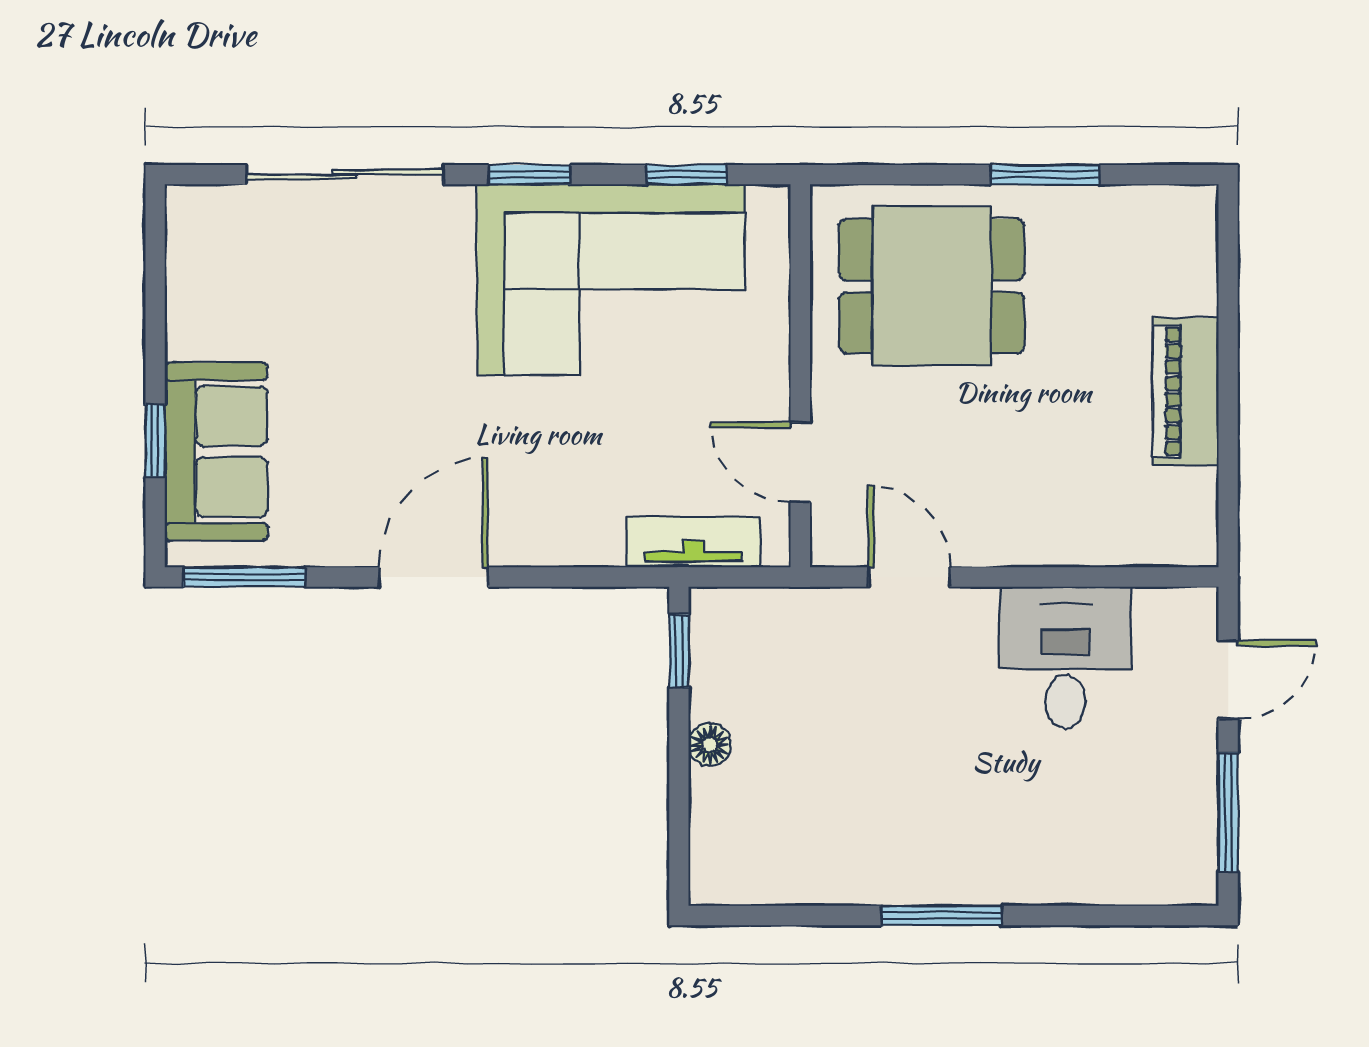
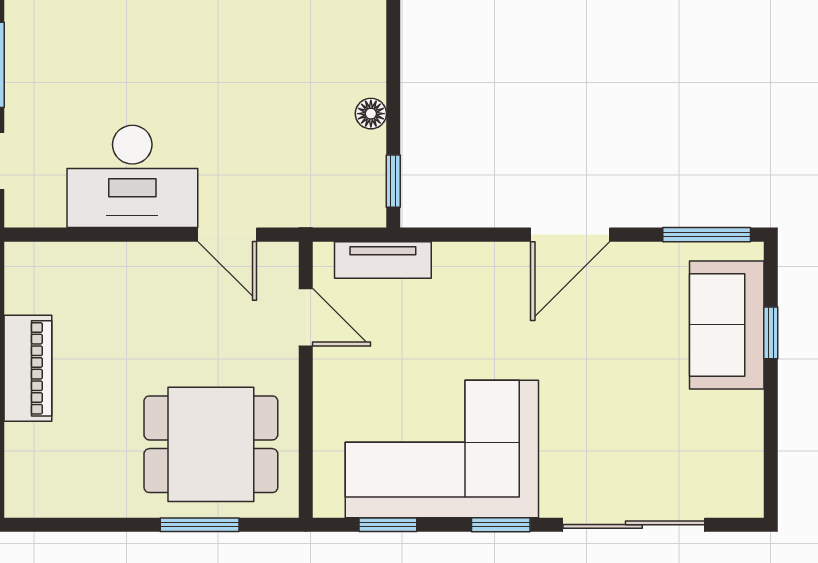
window: (1045, 175) -> (200, 525), moved
desk: (1065, 658) -> (132, 176), width x1.37

